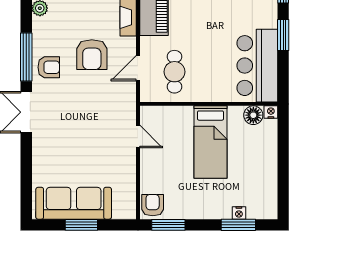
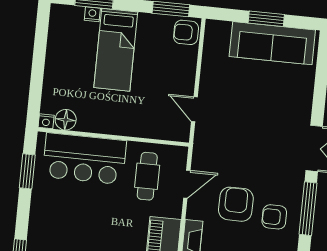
window: (283, 35) -> (27, 171), moved
bar counter: (257, 66) -> (84, 159), moved, turned 90
armchair: (49, 67) -> (274, 217), moved
bed: (210, 142) -> (116, 50), moved, turned 180
armchair: (153, 205) -> (186, 32), turned 90

